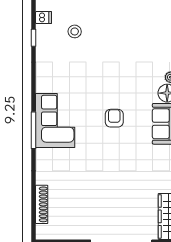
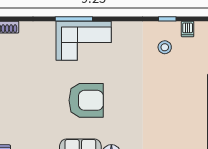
stool: (75, 31) -> (165, 47), moved
armchair: (114, 118) -> (86, 100), width x1.88, depth x1.88

